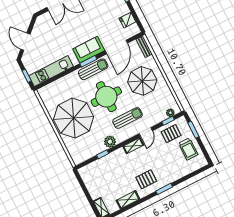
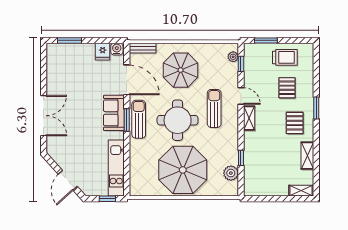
water cooler: (134, 29) -> (117, 49), added
door: (25, 42) -> (68, 180), hinge flipped
pallet: (171, 134) -> (287, 88), moved
plant: (110, 142) -> (231, 173), moved

